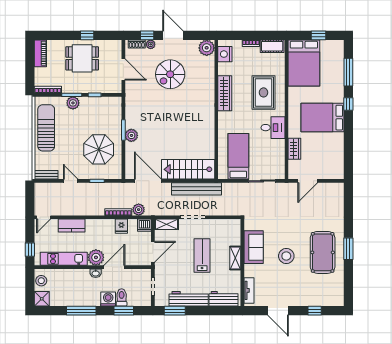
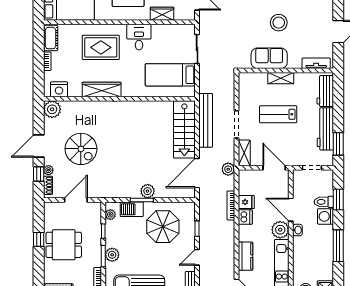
dining table: (82, 58) -> (64, 245), turned 90
plant: (110, 101) -> (110, 215), added
barbecue: (115, 121) -> (132, 209), added
plant: (139, 210) -> (228, 169), moved
dishwasher: (144, 225) -> (245, 217), moved

